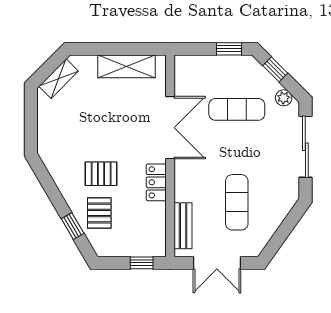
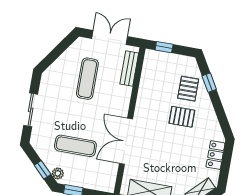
plant: (284, 98) -> (58, 173), moved
sliding door: (305, 147) -> (31, 110), width x0.73
locker: (156, 182) -> (215, 155), moved, turned 180

